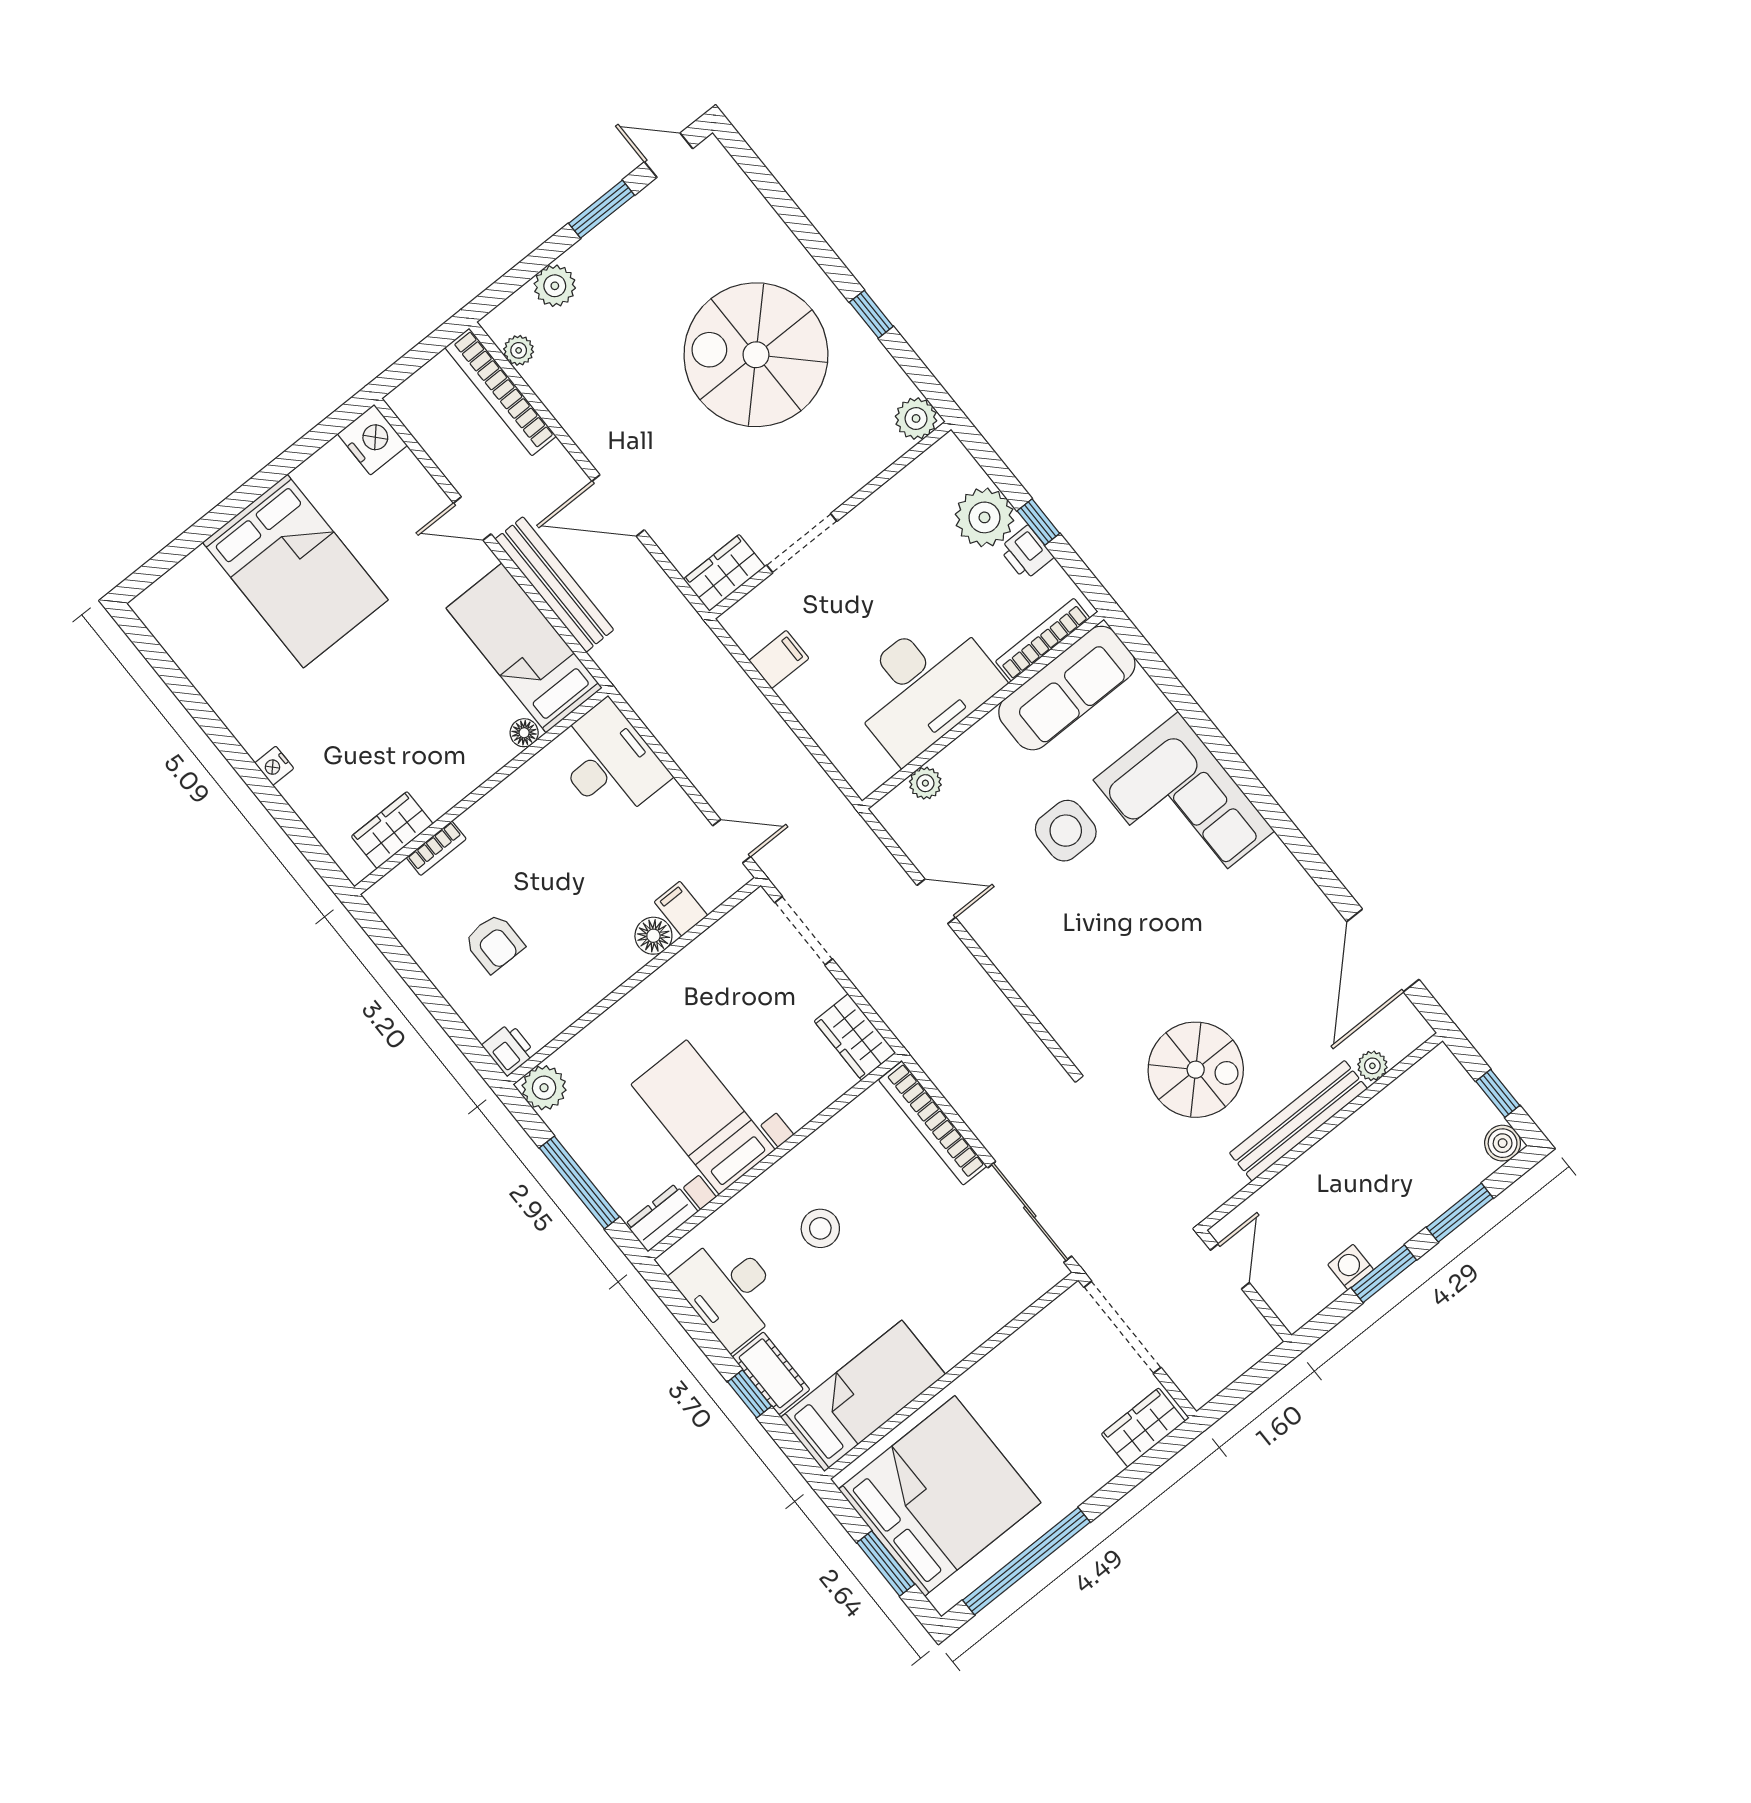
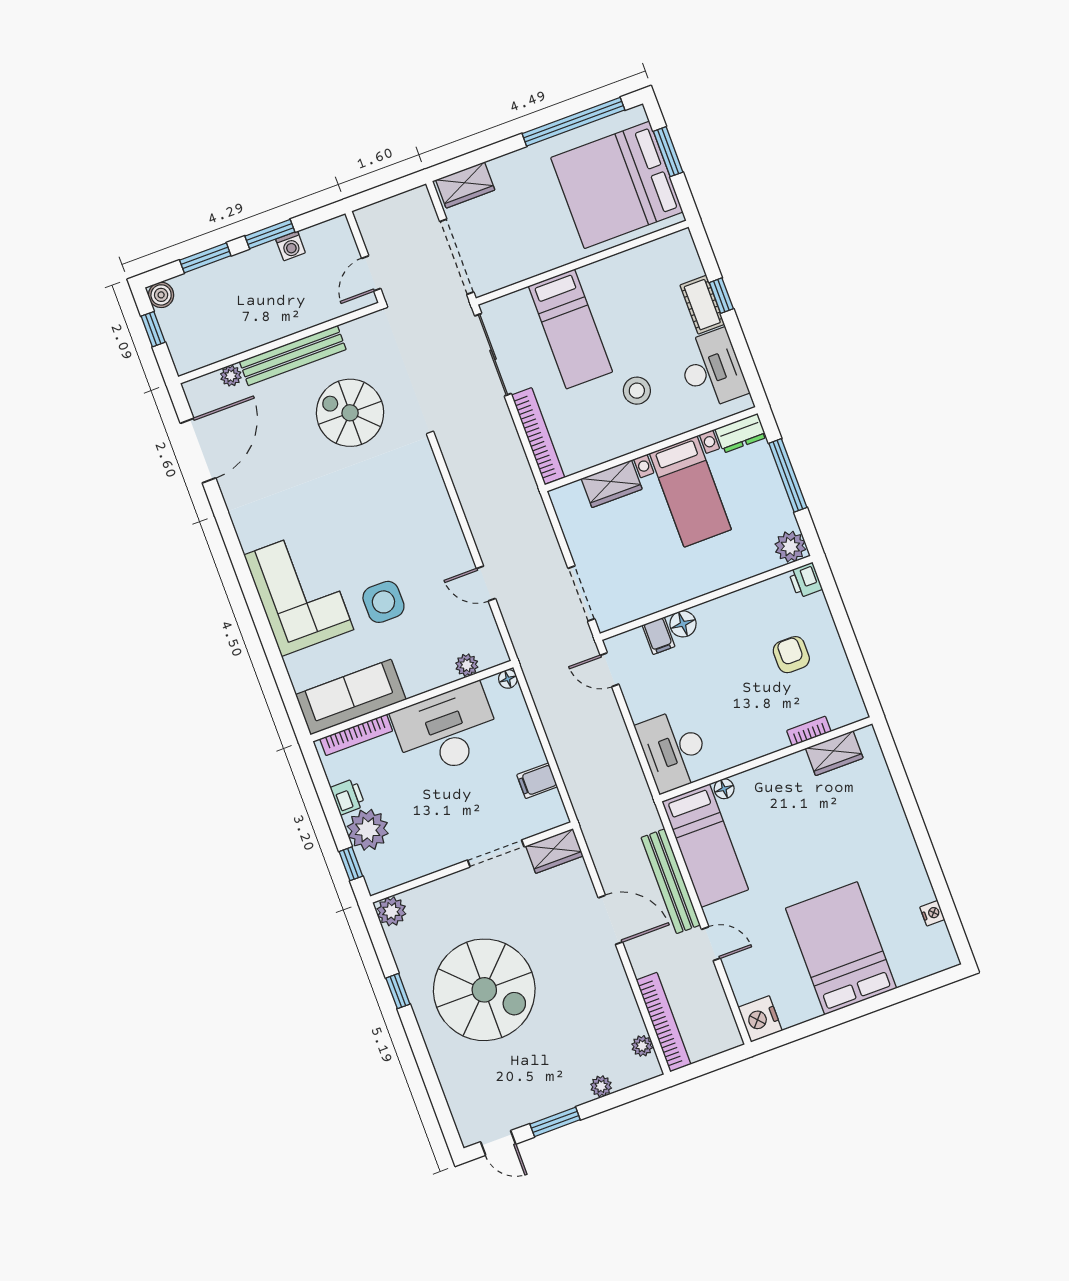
plant: (555, 286) -> (601, 1086), width x0.73, depth x0.73
window: (1038, 522) -> (351, 864), moved
nightstand: (274, 766) -> (932, 913), moved
floor lamp: (864, 783) -> (508, 679), added
wardrobe: (855, 1037) -> (612, 484), moved, turned 90
bed: (863, 1396) -> (570, 329), moved, turned -90

